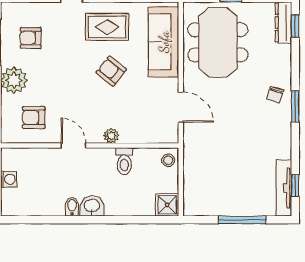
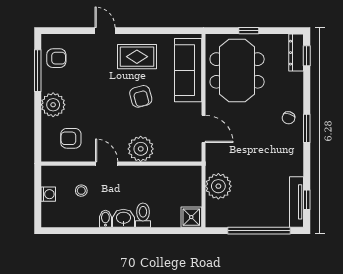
armchair: (31, 38) -> (56, 58), moved, turned 180
armchair: (111, 71) -> (141, 96), turned -143
plant: (111, 136) -> (141, 149), width x1.88, depth x1.88
stool: (168, 160) -> (81, 191), moved
toilet: (124, 161) -> (143, 215), moved, turned 180
plant: (197, 171) -> (218, 186), added
window: (242, 220) -> (259, 231), width x1.46

